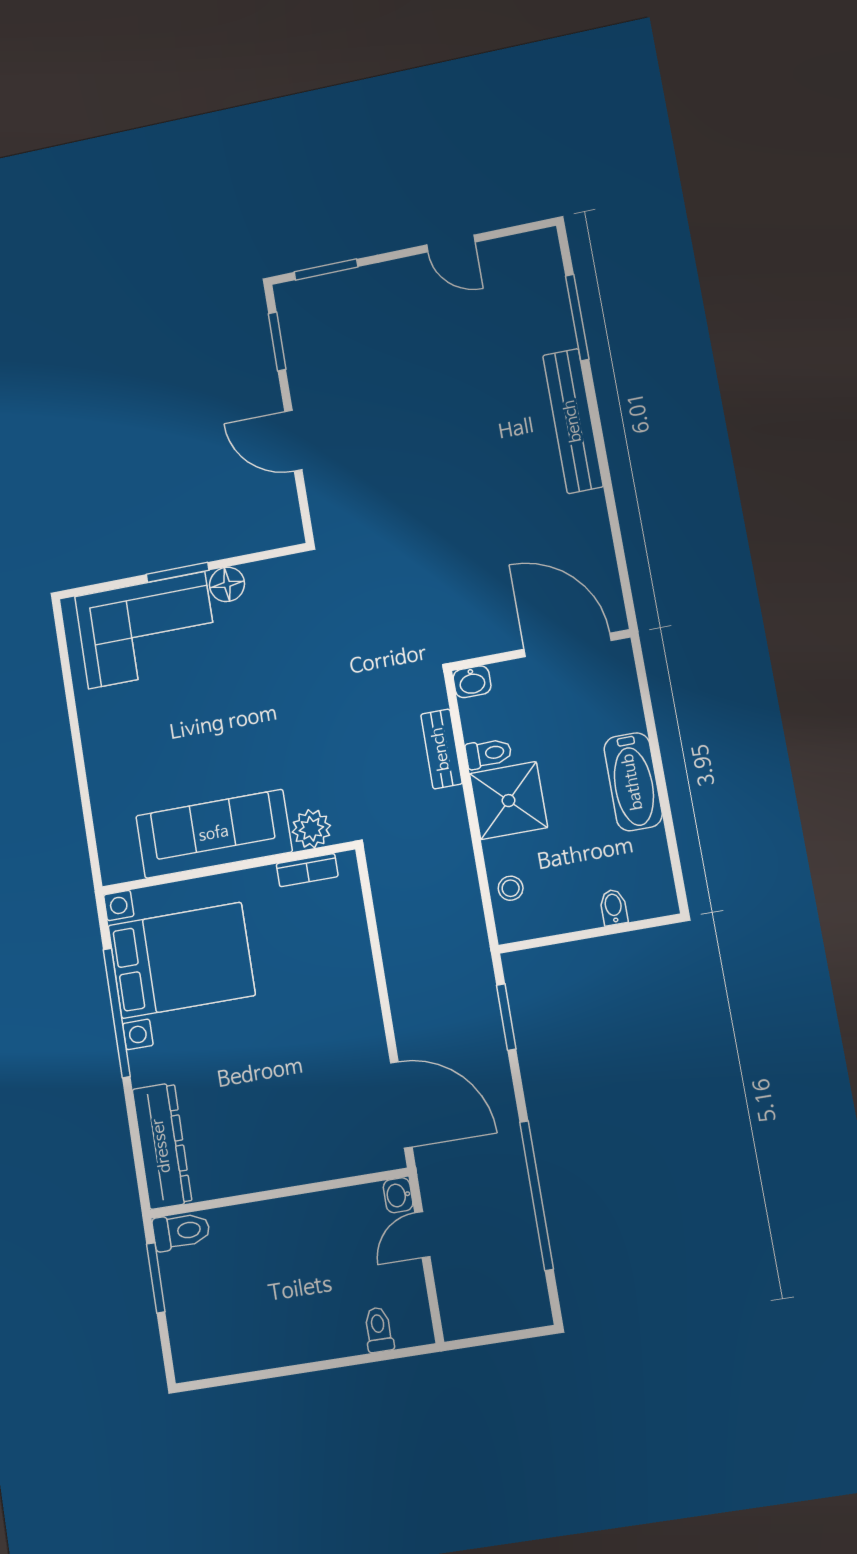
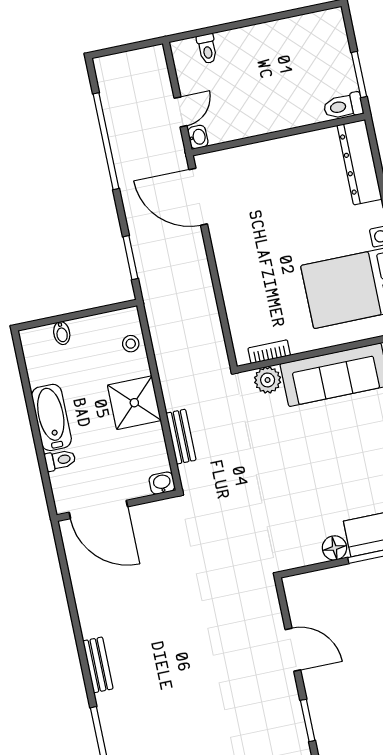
bench: (573, 421) -> (98, 665), width x0.54, depth x0.82
toilet: (488, 753) -> (60, 460), moved, turned 180

